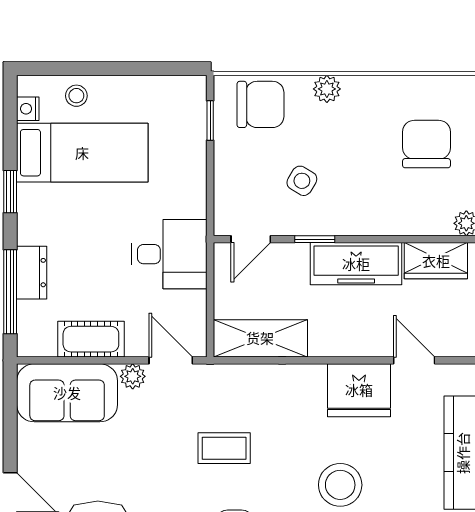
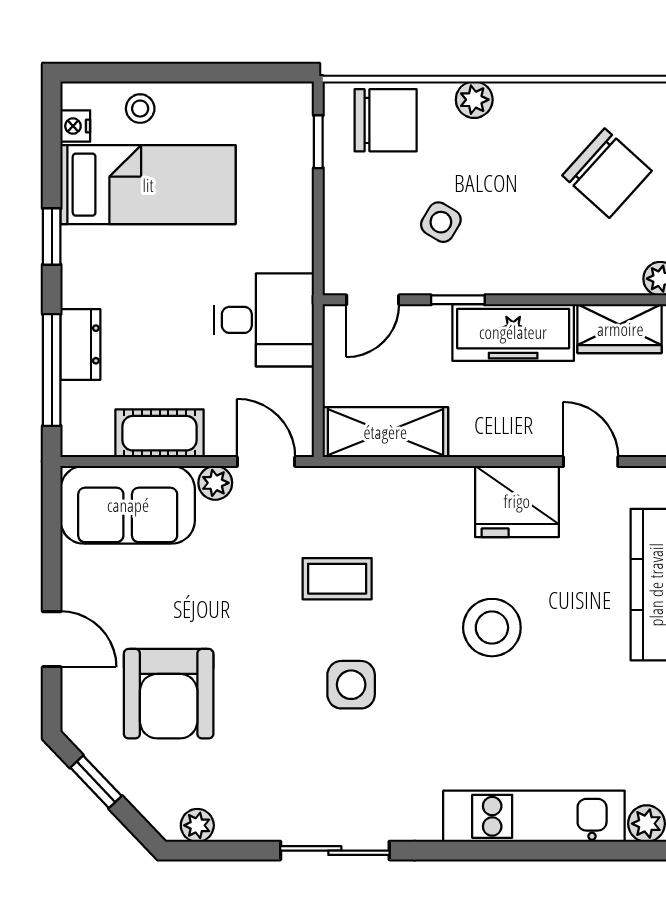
chair: (426, 144) -> (607, 173), turned 132

